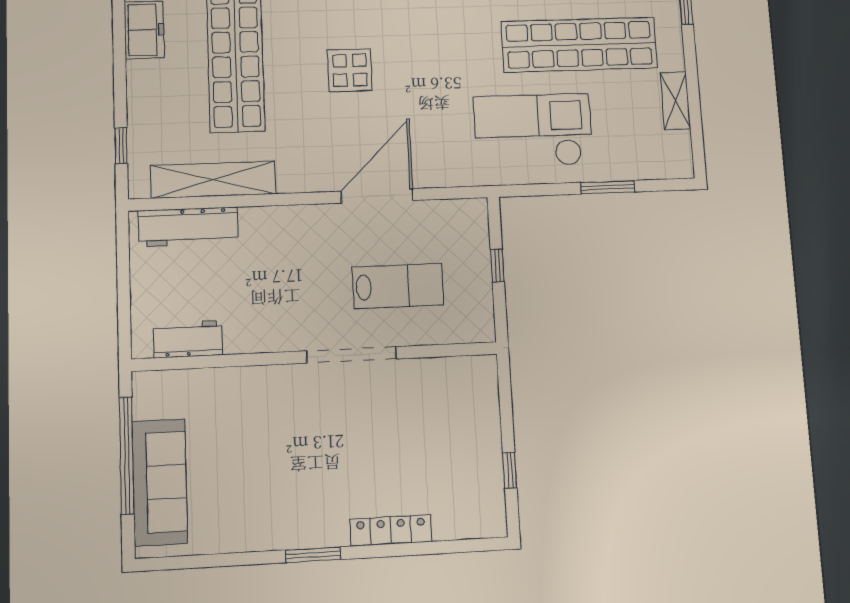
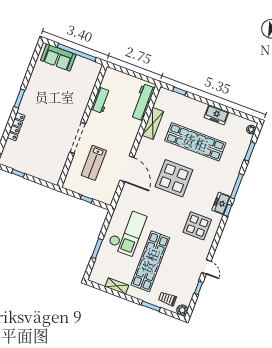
display table: (350, 70) -> (174, 178), width x1.86, depth x1.86
shelving: (213, 180) -> (153, 123), width x0.68
workbench: (188, 339) -> (101, 100), moved
sofa: (160, 482) -> (58, 57), width x0.73

